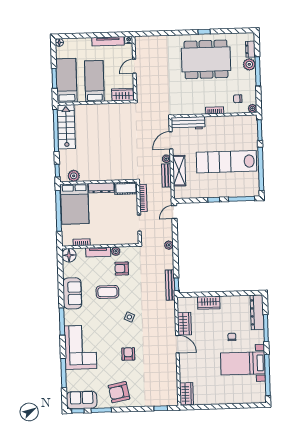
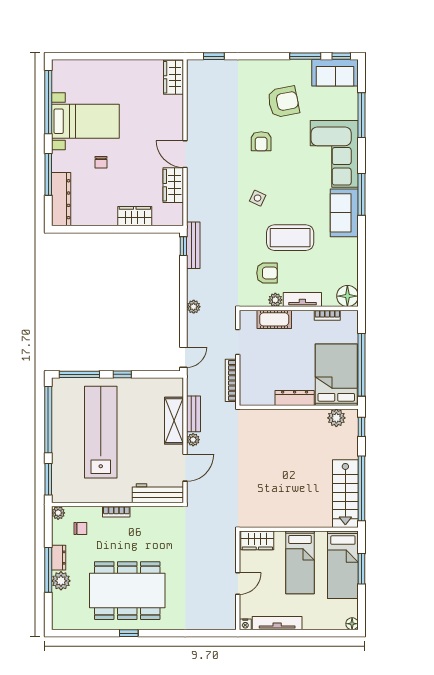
dresser: (250, 49) -> (59, 558), moved
lab bench: (226, 162) -> (101, 432), turned -90
cot: (126, 188) -> (274, 319), moved
coffee table: (107, 292) -> (290, 238), width x1.36, depth x1.32
sofa: (72, 293) -> (344, 213), moved
armchair: (119, 392) -> (283, 102), moved

